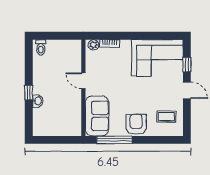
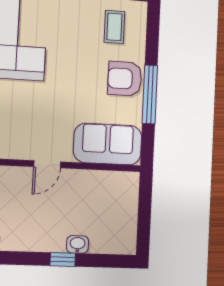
window: (114, 140) -> (150, 94), moved

